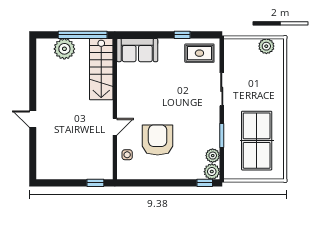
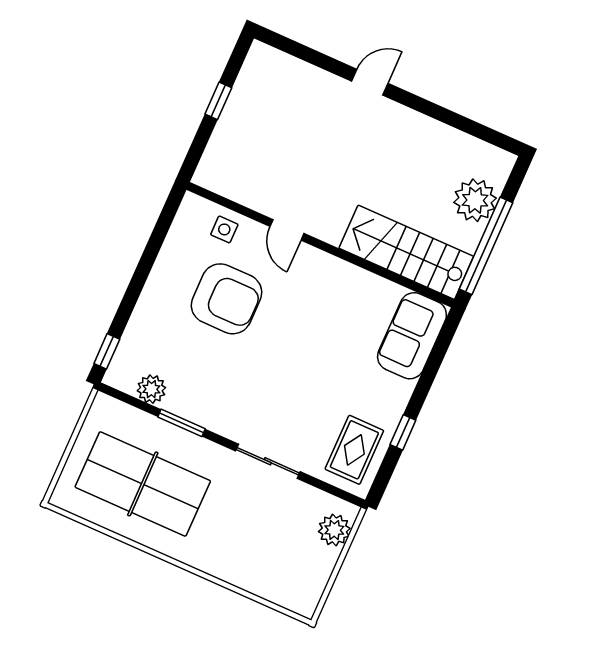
plant: (266, 46) -> (334, 530), moved
plant: (212, 172) -> (122, 374), removed
window: (95, 183) -> (218, 101), moved

